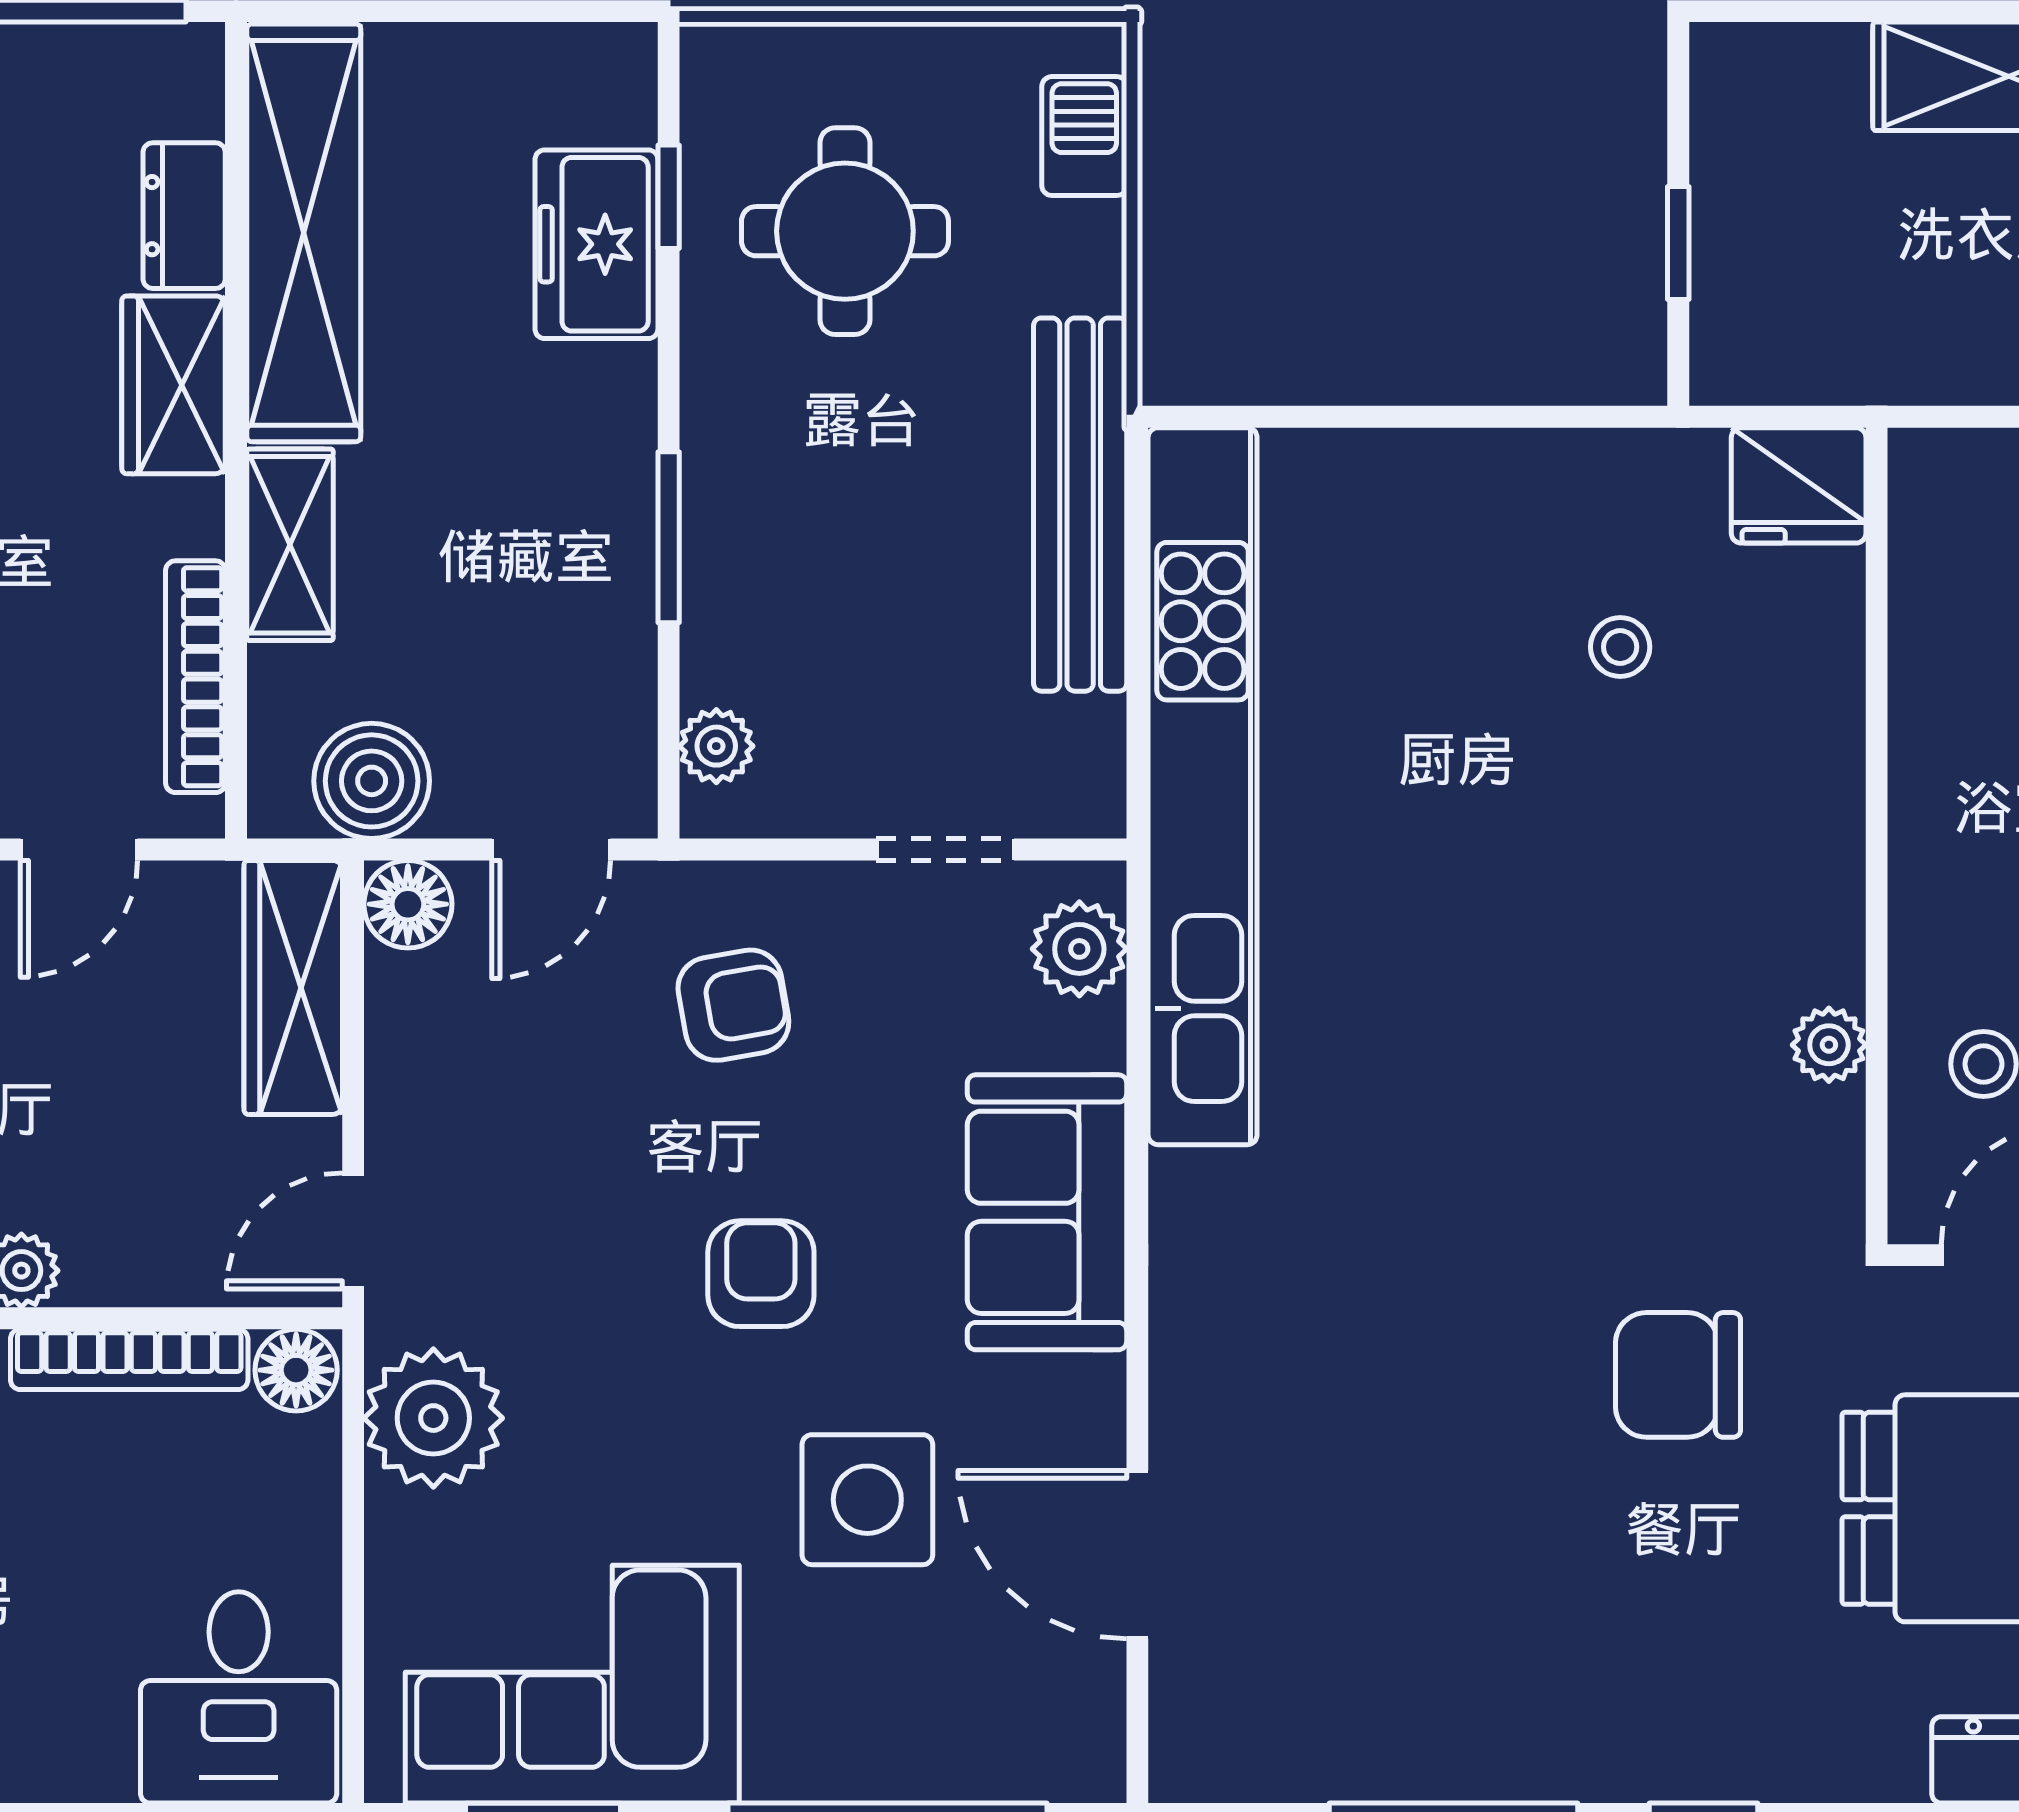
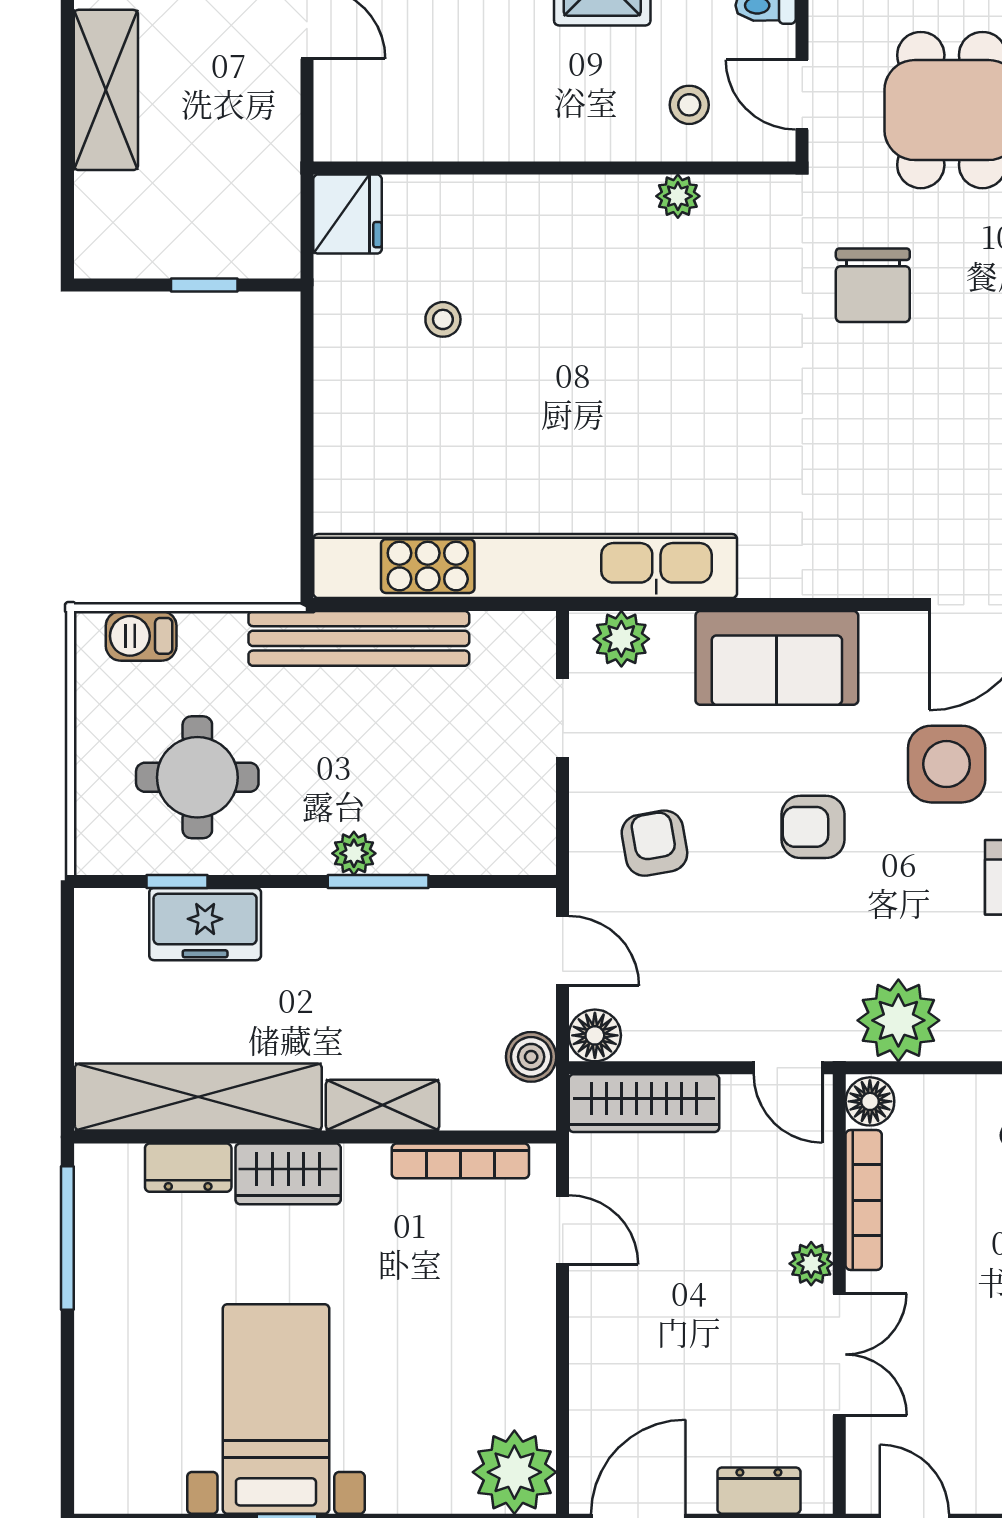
plant: (716, 746) -> (354, 853), moved
boiler: (372, 781) -> (531, 1057), width x0.73, depth x0.73

